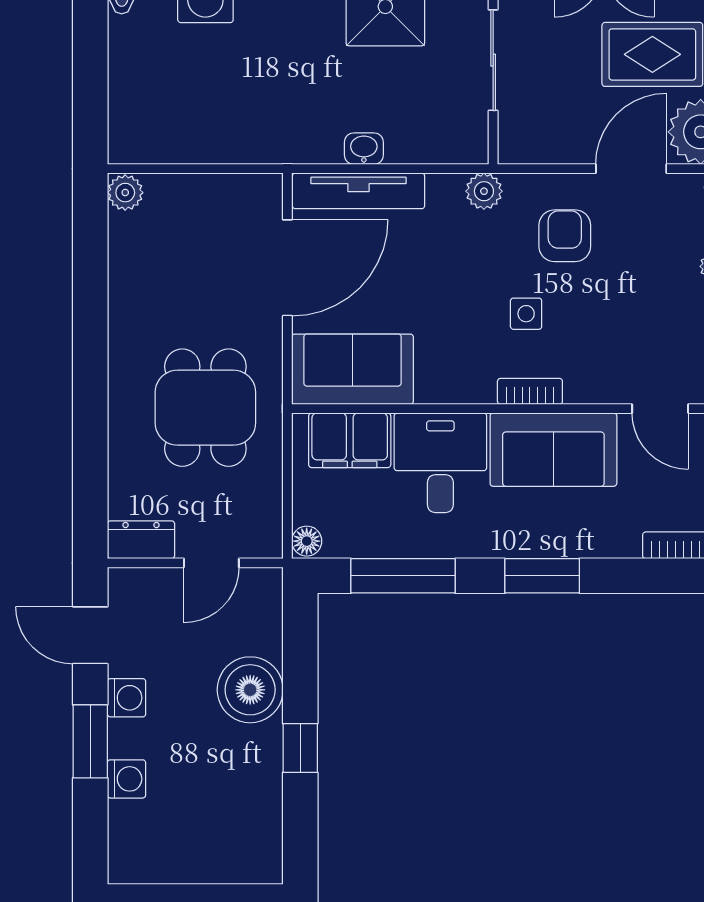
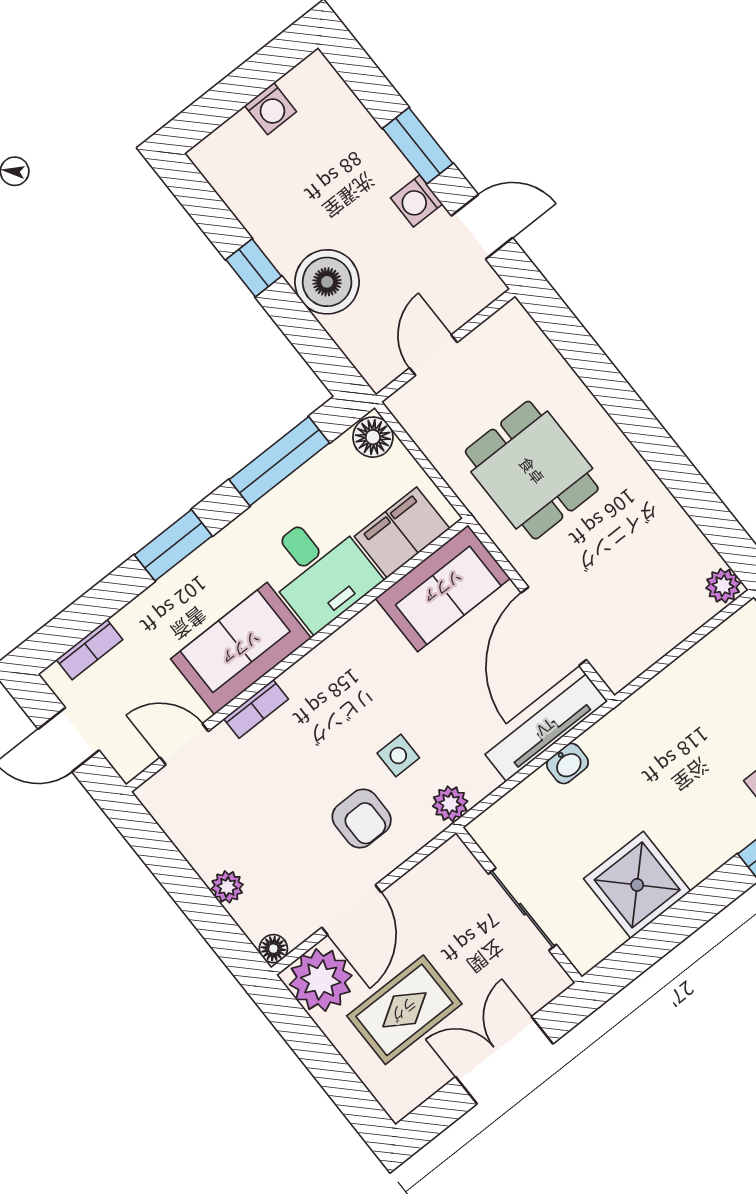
side table: (526, 314) -> (398, 755), moved
bookcase: (530, 391) -> (256, 709), moved
dresser: (141, 540) -> (501, 330), removed
floor lamp: (307, 541) -> (373, 437), width x1.37, depth x1.37
washing machine: (127, 779) -> (271, 109), moved, turned -90

